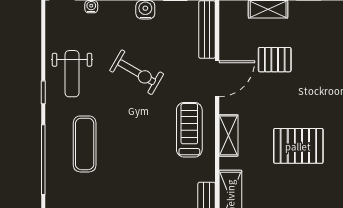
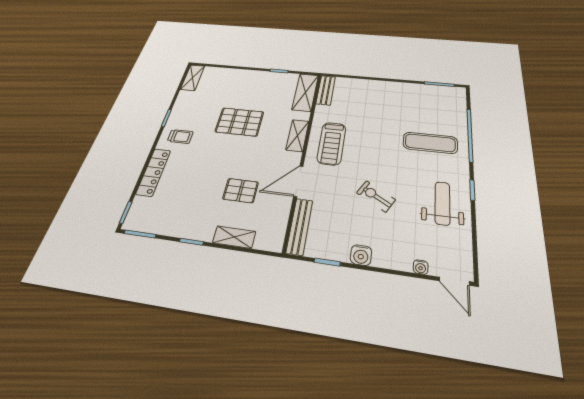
exercise bike: (137, 72) -> (376, 196), width x0.73, depth x0.72
exercise mat: (85, 144) -> (430, 143), turned 90

